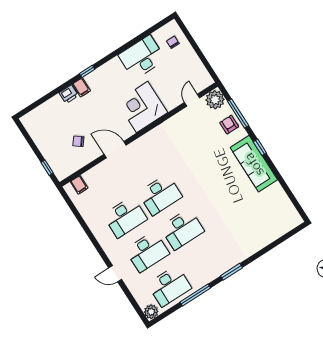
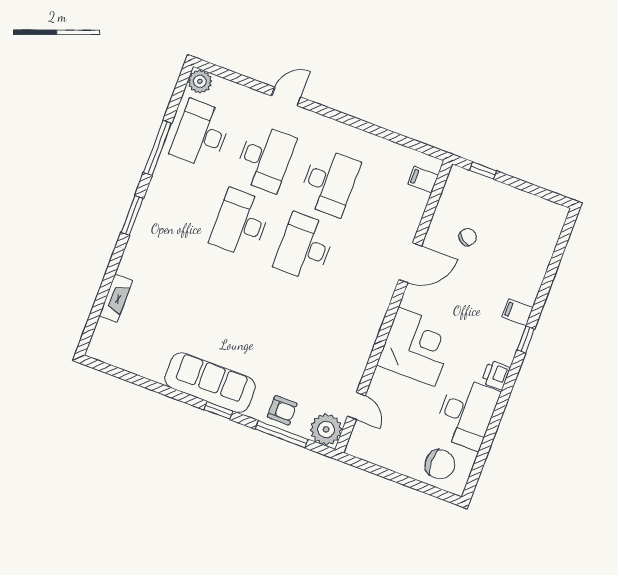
chair: (173, 42) -> (440, 464), width x1.87, depth x1.87
printer: (69, 94) -> (496, 375), moved
desk: (125, 217) -> (329, 182), turned 180
fireplace: (269, 238) -> (116, 298), added
desk: (147, 252) -> (265, 158), turned 180

